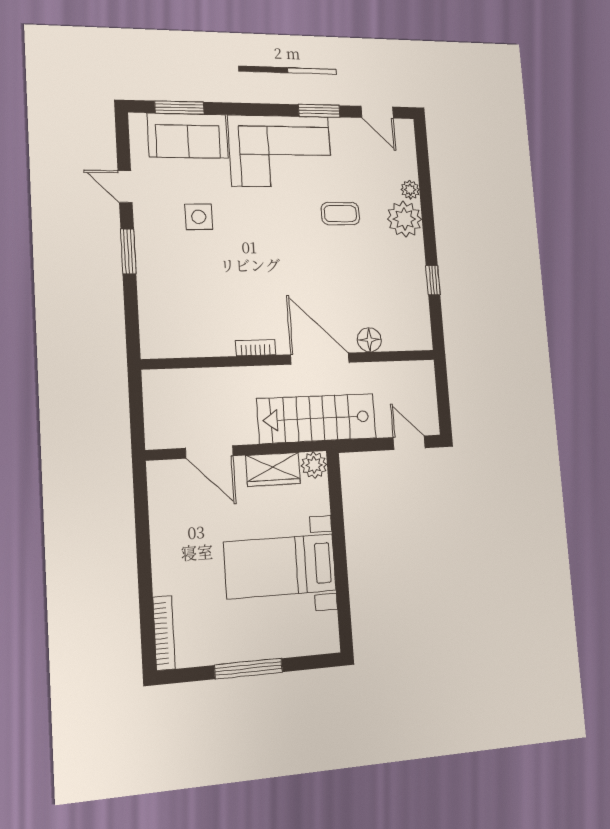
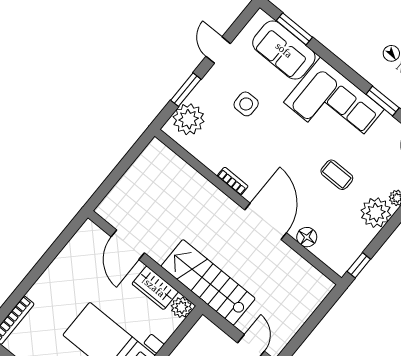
plant: (157, 278) -> (189, 119), added
floor lamp: (369, 340) -> (307, 237), moved
bookcase: (256, 348) -> (233, 181), moved
door: (320, 359) -> (266, 221), moved
wall: (292, 360) -> (248, 207), moved

